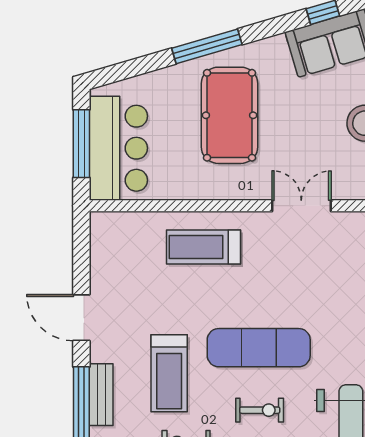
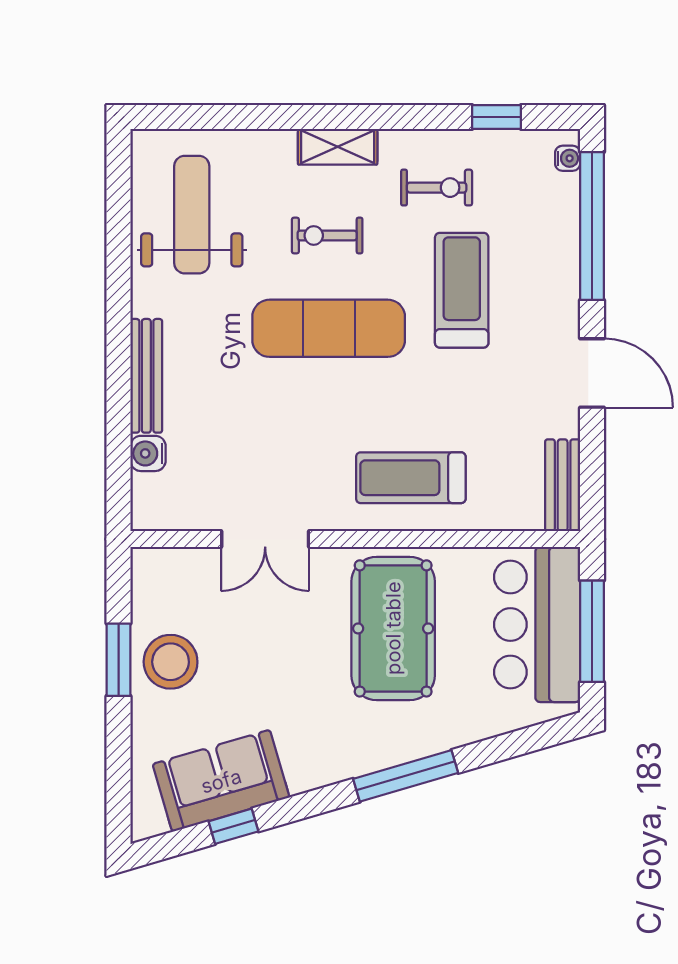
pool table: (230, 115) -> (393, 628), moved
treadmill: (203, 247) -> (411, 478), turned 180
bench: (101, 395) -> (563, 485), moved

